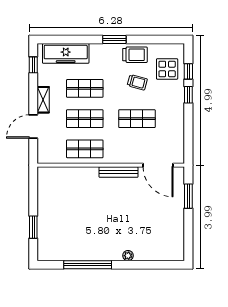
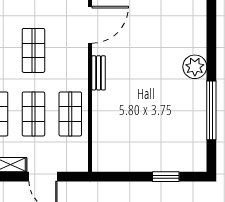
bench: (118, 172) -> (99, 73), width x0.73
plant: (128, 256) -> (195, 67), width x1.88, depth x1.88

